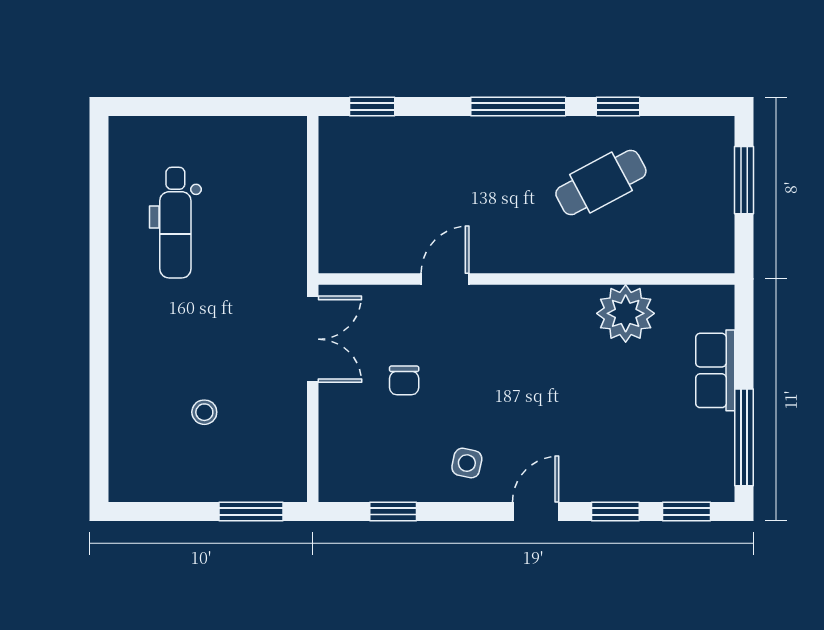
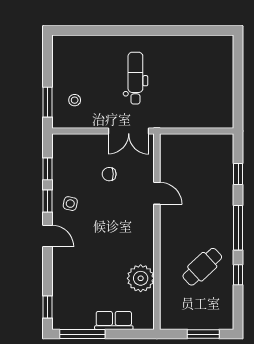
window: (372, 106) -> (238, 174), moved
cafe table: (601, 182) -> (202, 267), turned 75
dental chair: (175, 223) -> (135, 78), moved, turned 90
stool: (204, 412) -> (75, 100), moved
window: (615, 511) -> (47, 201), moved

